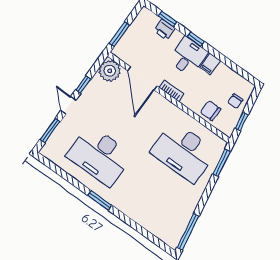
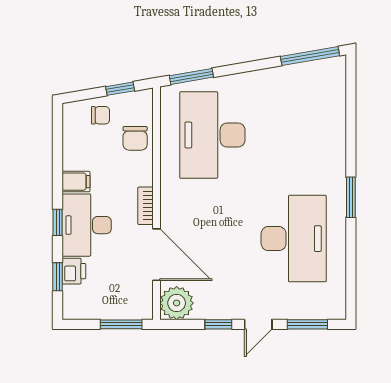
desk: (188, 56) -> (87, 225), width x1.37
door: (142, 78) -> (156, 255), hinge flipped
desk: (183, 152) -> (212, 135), turned 180

